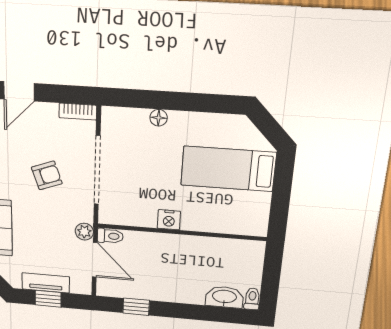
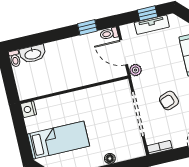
nightstand: (169, 220) -> (28, 109), moved, turned -90
toilet: (110, 236) -> (109, 34), moved

